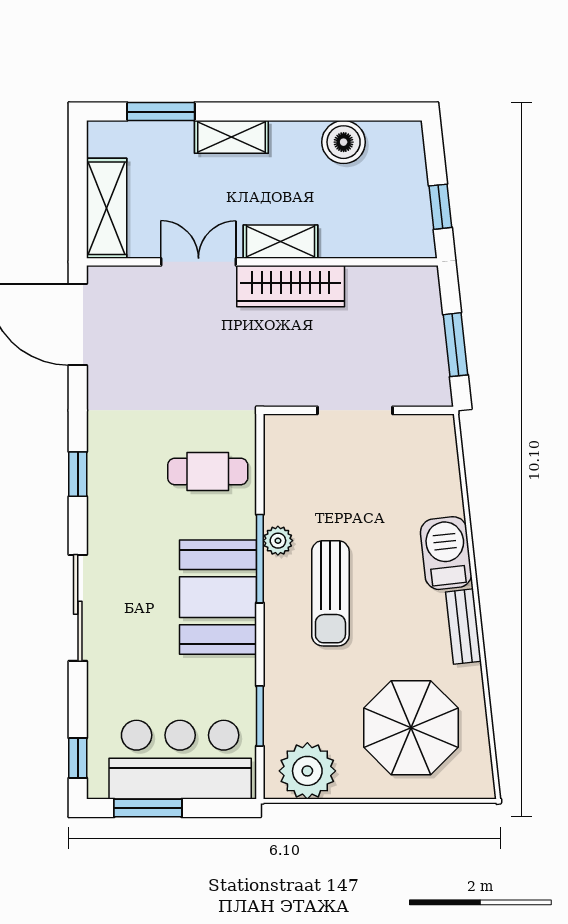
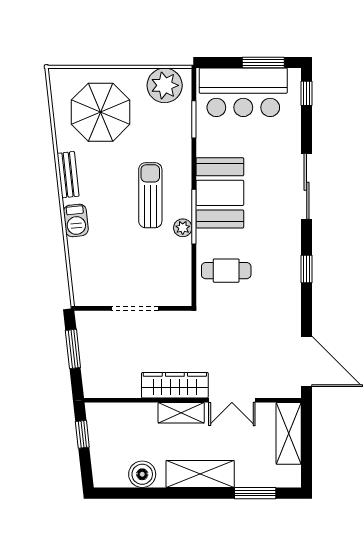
shelving: (231, 137) -> (200, 474), width x1.50, depth x1.33
barbecue: (446, 553) -> (76, 220), width x0.73, depth x0.79

